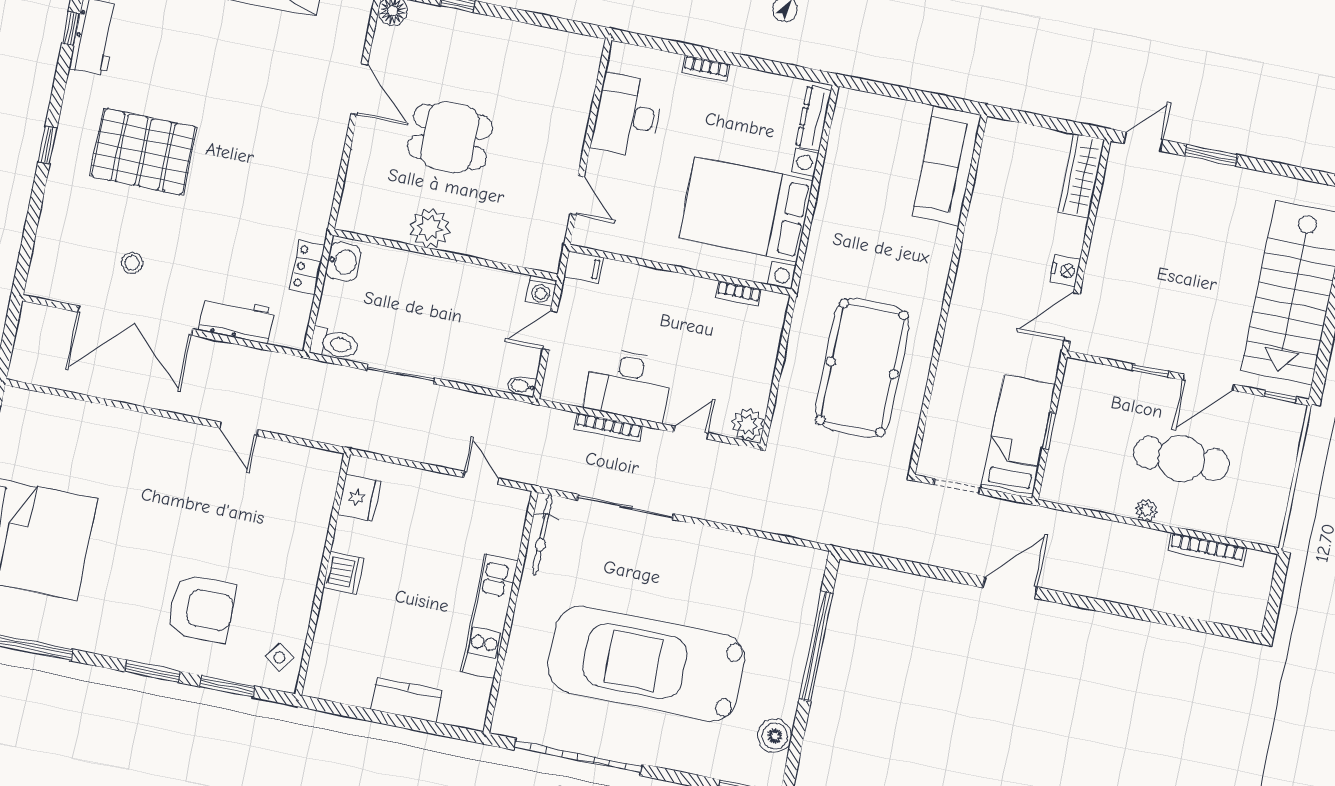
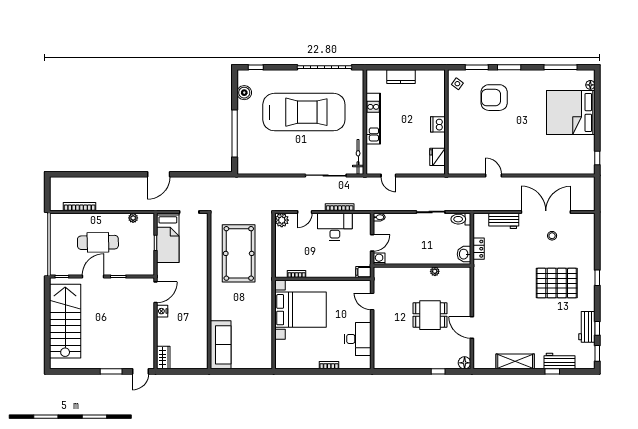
dresser: (814, 118) -> (280, 353), removed
wardrobe: (1082, 176) -> (163, 358), width x0.67
plant: (430, 228) -> (435, 271), width x0.53, depth x0.53
plant: (1146, 510) -> (133, 218), moved

